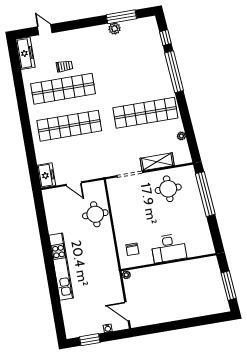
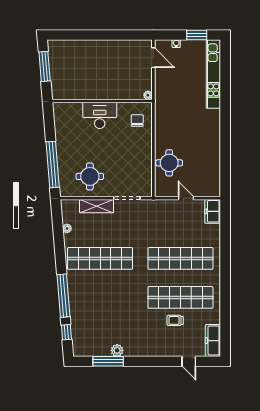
kitchen unit: (61, 267) -> (213, 74), moved

